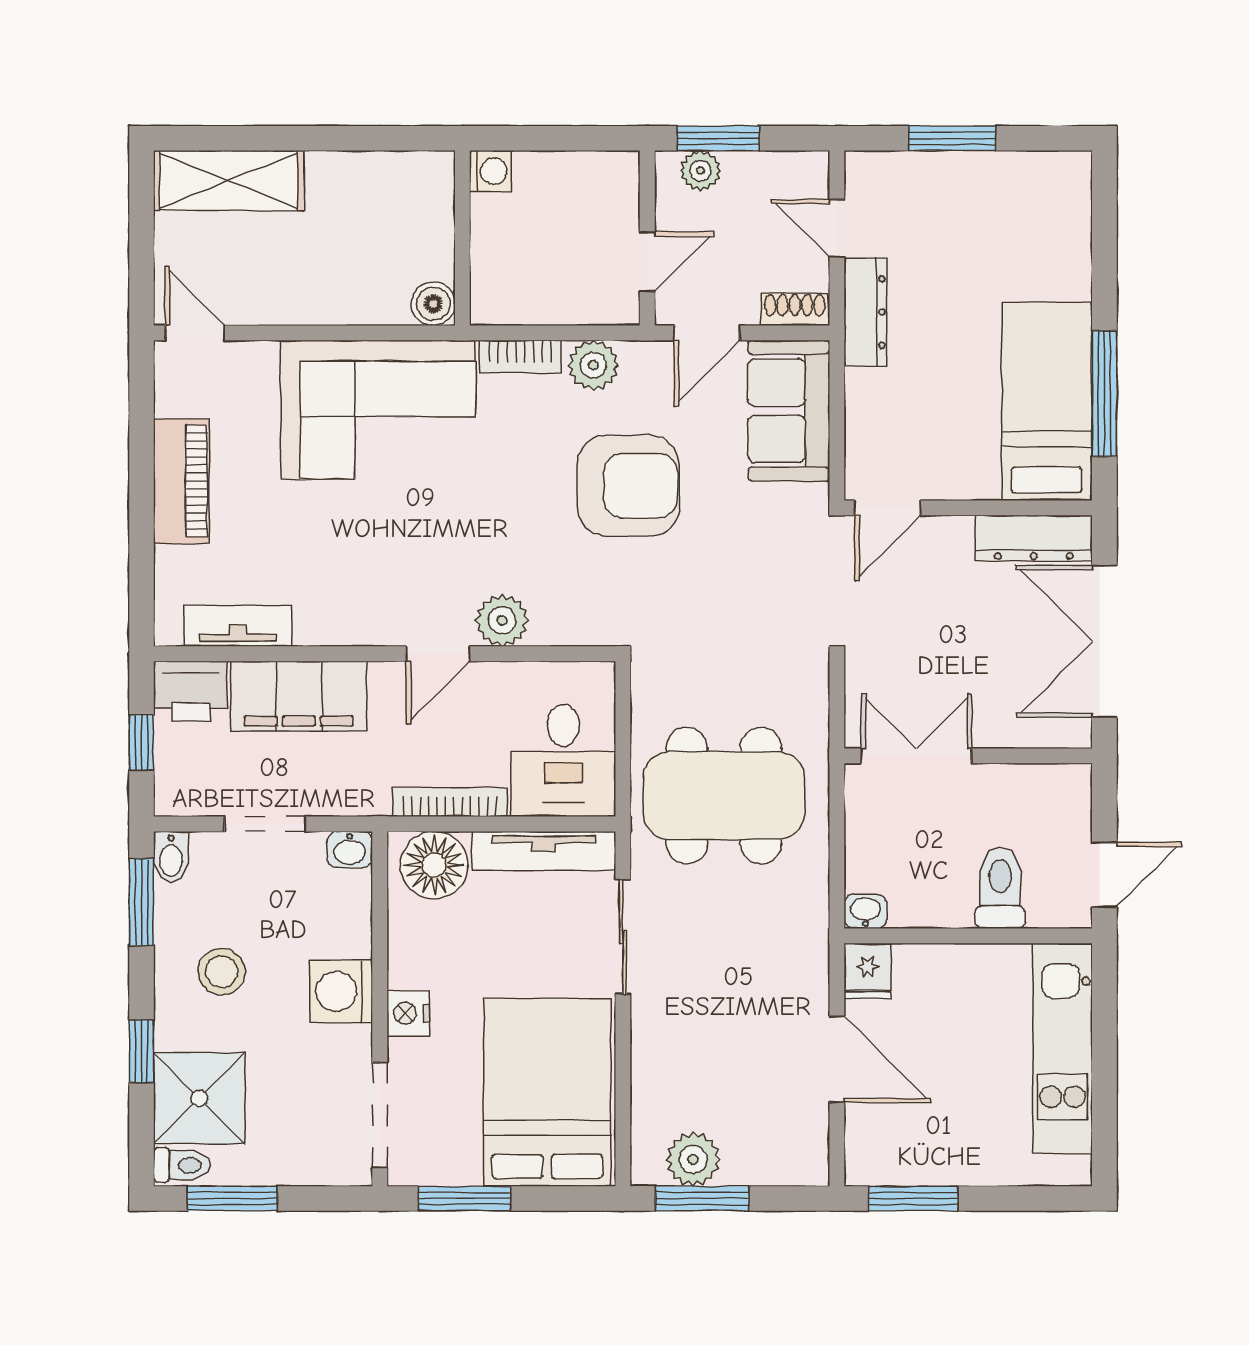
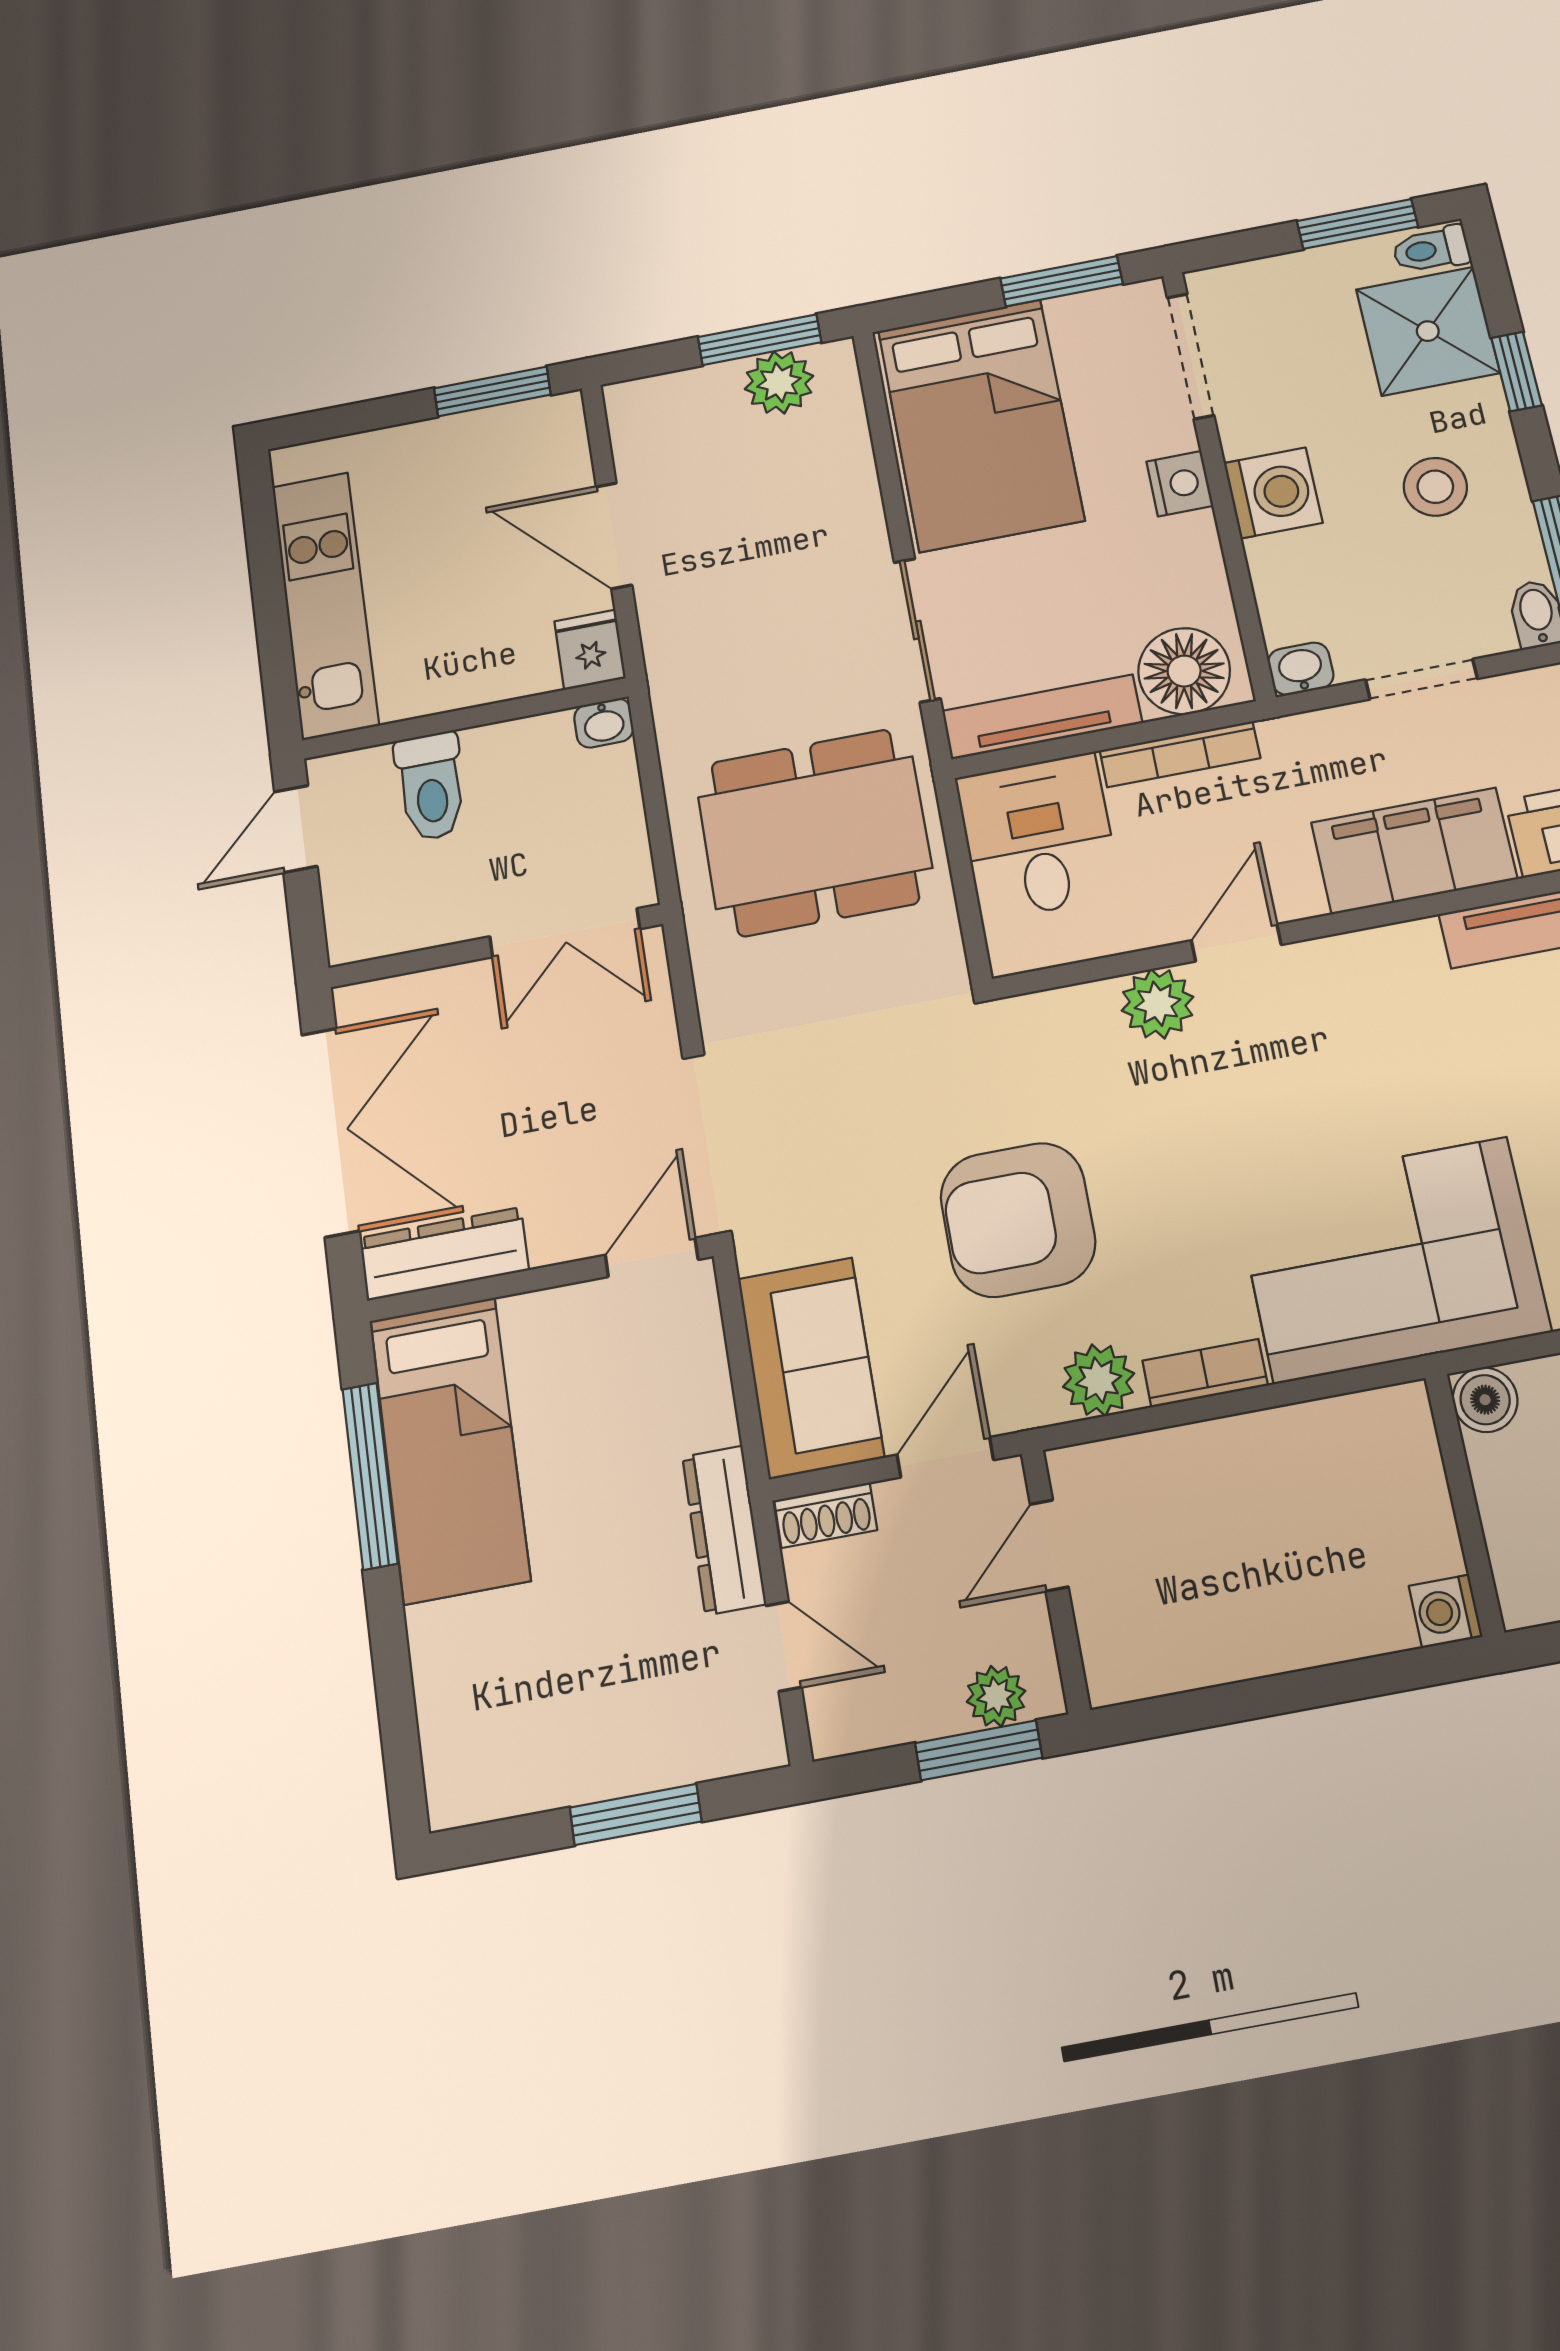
washing machine: (490, 171) -> (1446, 1611), moved
wall: (462, 238) -> (1464, 1504), moved
boiler: (433, 304) -> (1485, 1400), moved

